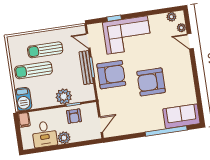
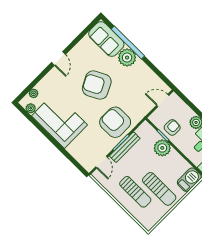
window: (114, 18) -> (67, 154), removed
corner sofa: (127, 35) -> (60, 120), moved
door: (190, 41) -> (59, 58), moved
armchair: (151, 82) -> (97, 85), turned 153
plant: (155, 122) -> (127, 58), added

